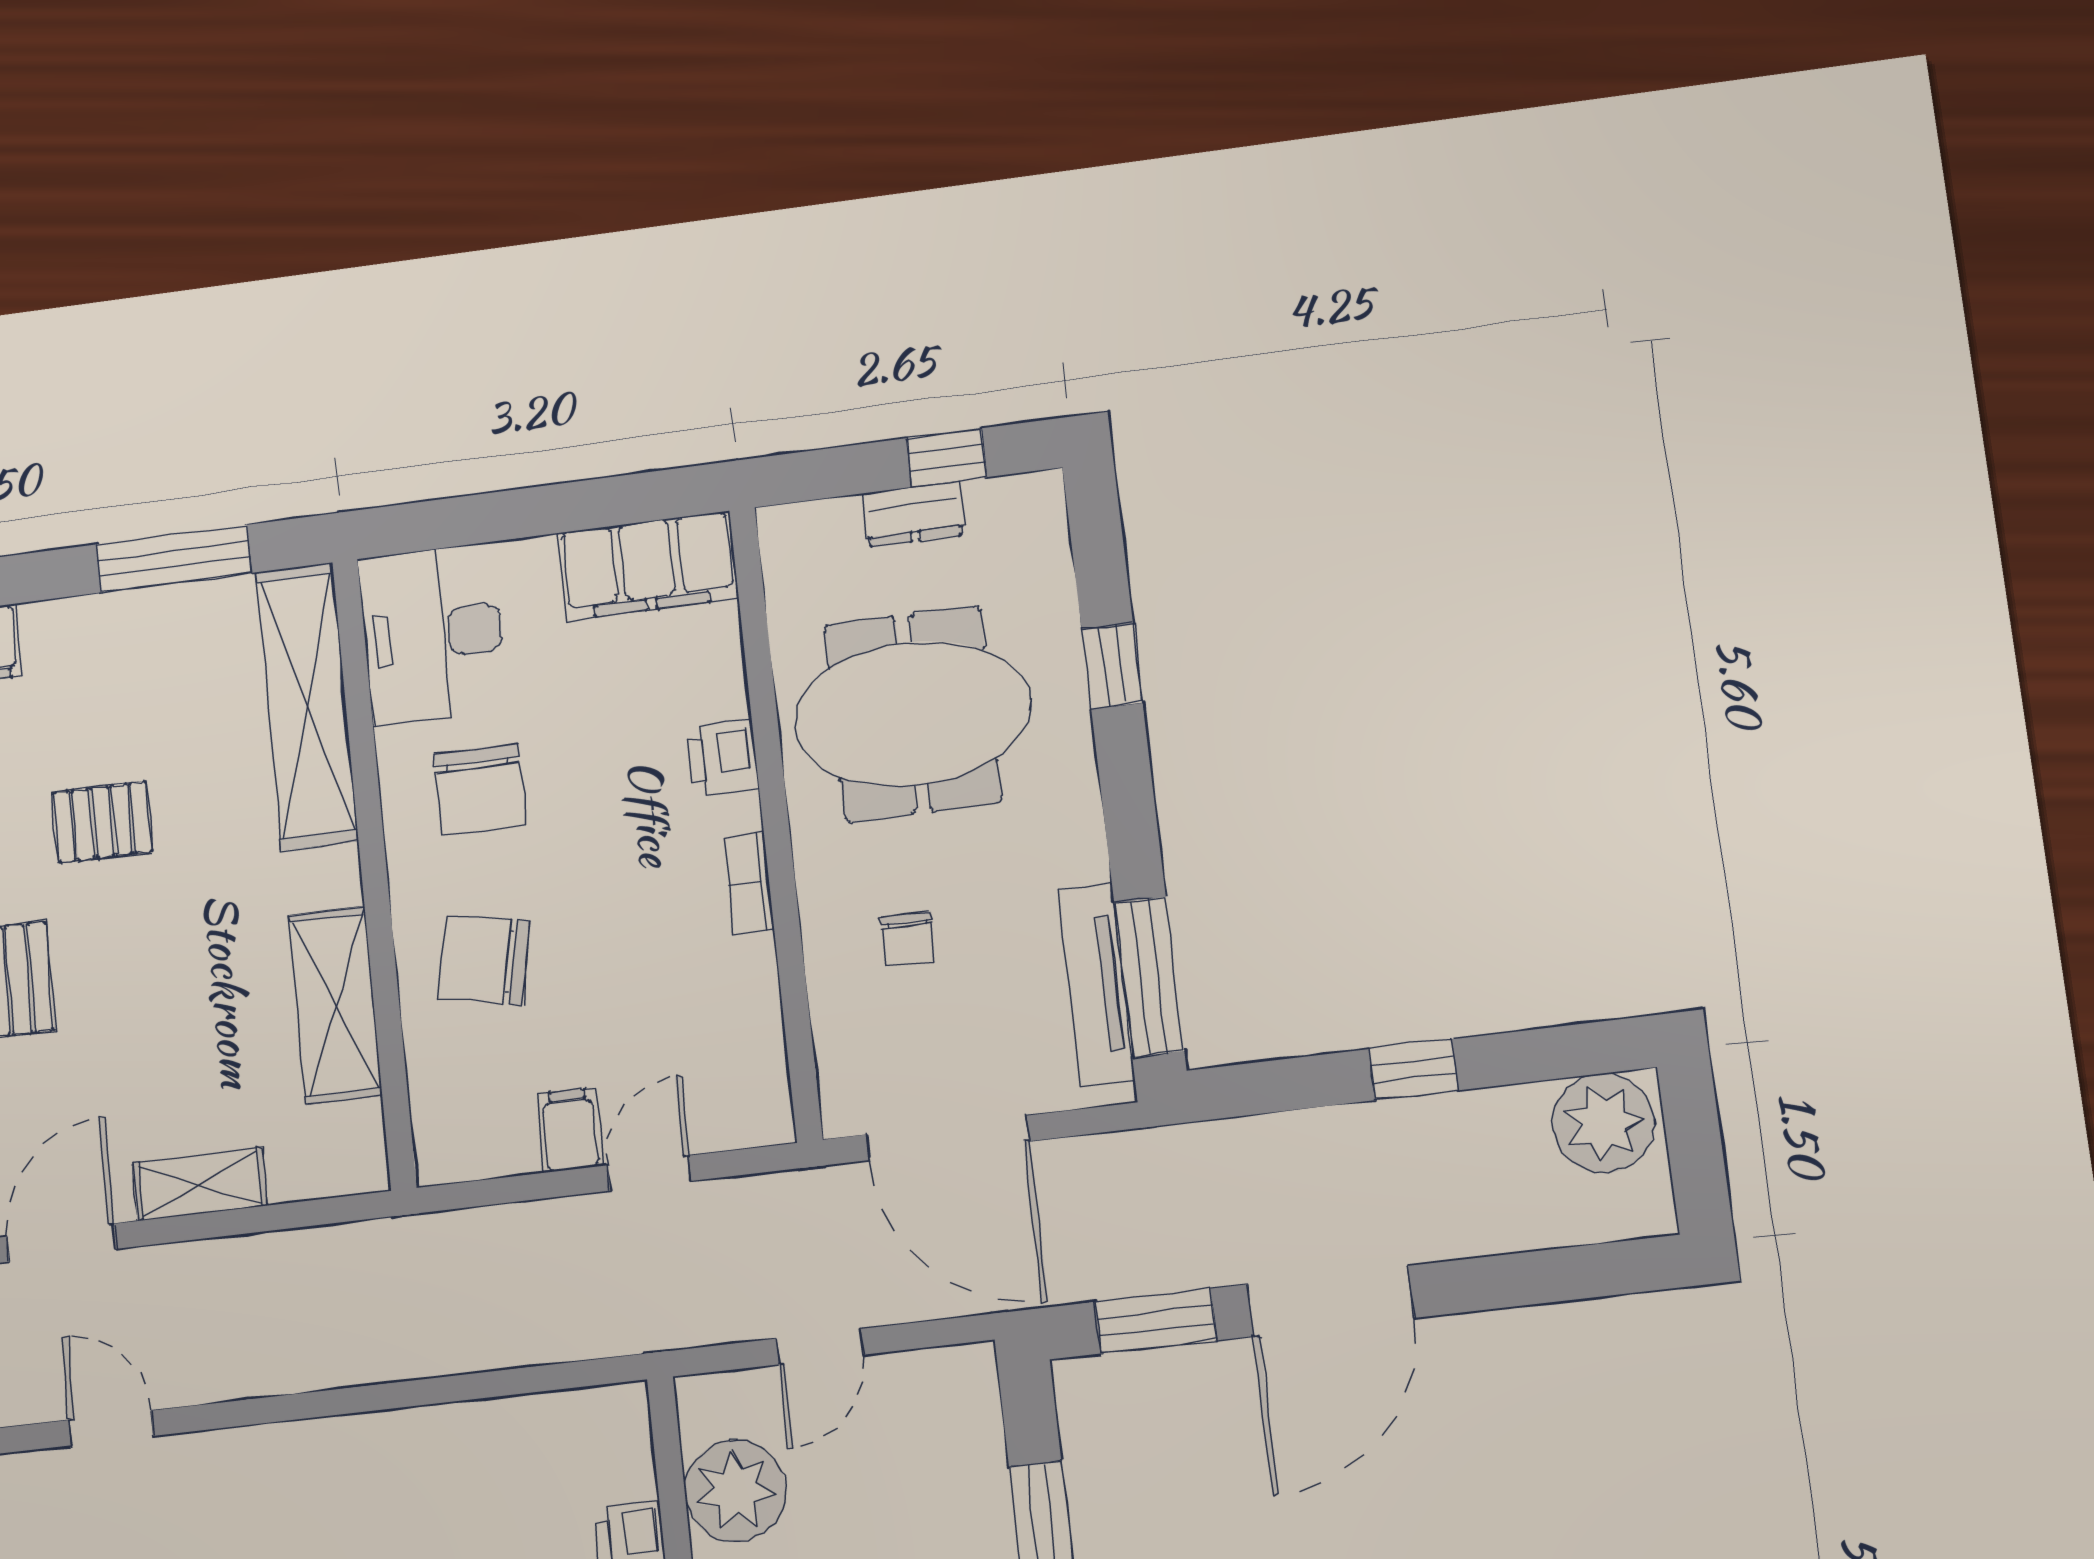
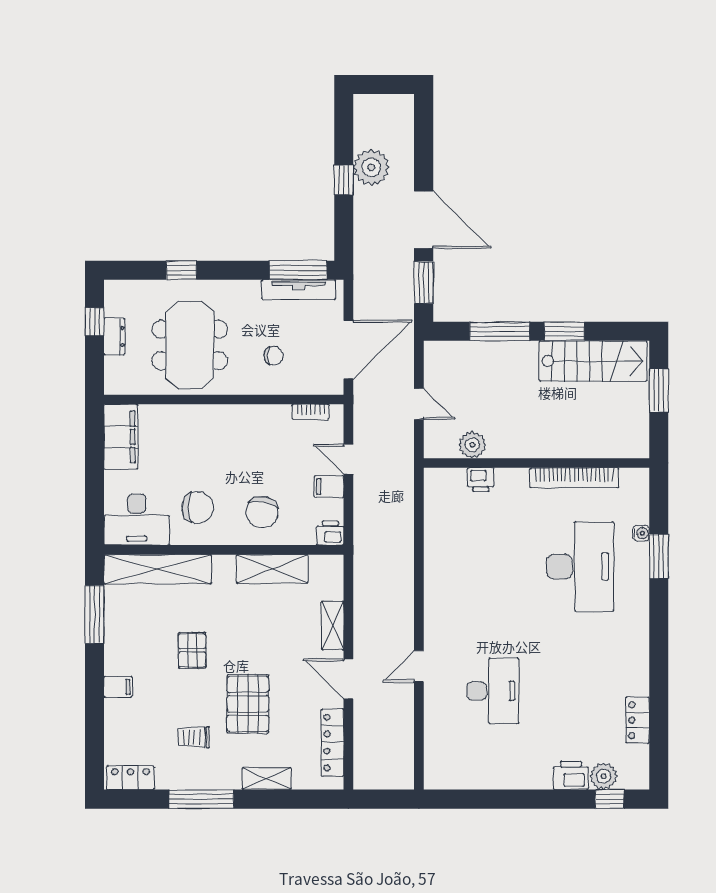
printer: (723, 758) -> (330, 533), moved, turned 180
bookcase: (749, 883) -> (311, 412), moved
plant: (1604, 1123) -> (371, 167), moved
plant: (735, 1491) -> (472, 445), width x0.73, depth x0.73

